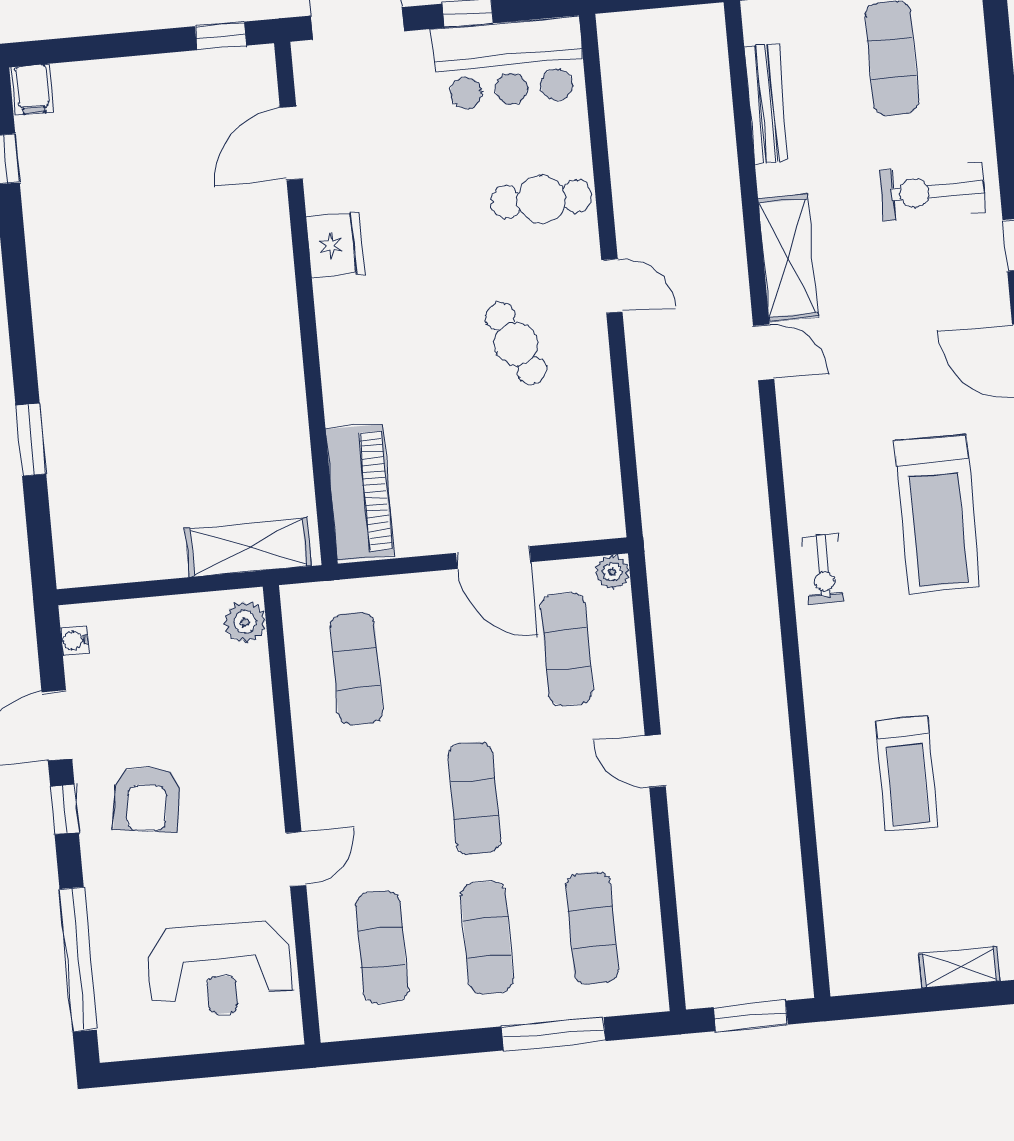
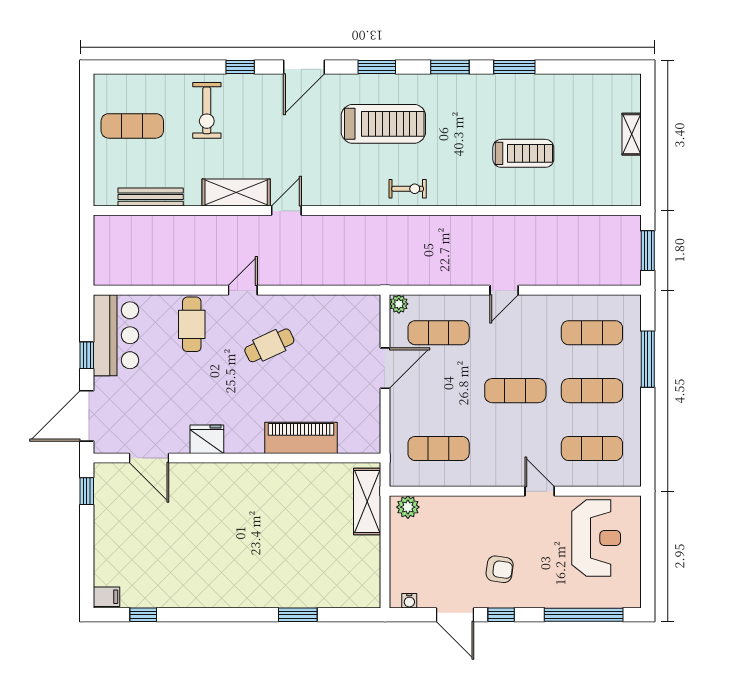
piano: (360, 492) -> (301, 438), moved
armchair: (147, 799) -> (500, 569), width x0.72, depth x0.72

